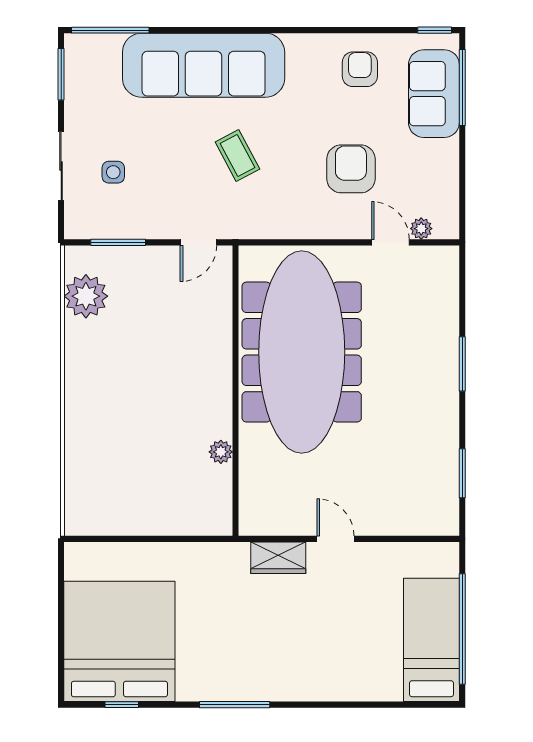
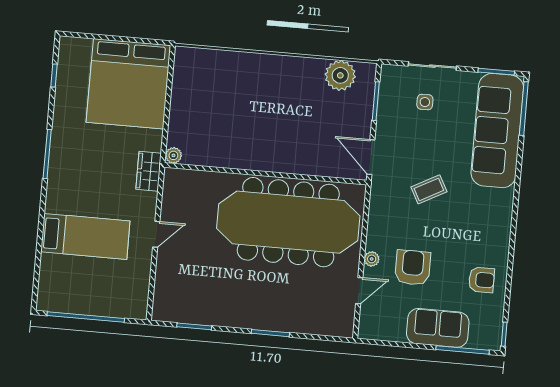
sofa: (204, 65) -> (497, 131), moved
sofa: (434, 94) -> (438, 328), moved
armchair: (351, 169) -> (413, 268), turned -90
plant: (421, 229) -> (372, 259), moved
door: (198, 242) -> (371, 157), width x1.38
plant: (221, 452) -> (173, 155), moved
wardrobe: (278, 558) -> (149, 171), moved
bed: (431, 640) -> (85, 236), moved
bed: (119, 641) -> (128, 84), moved, turned 90

